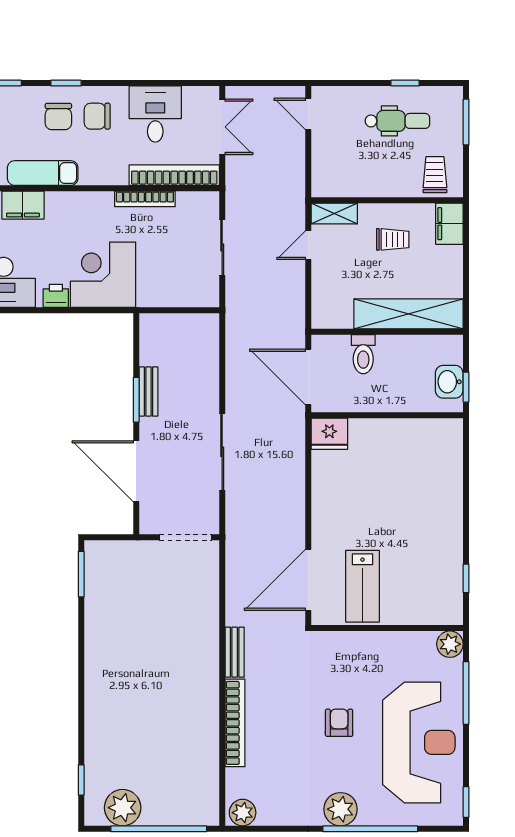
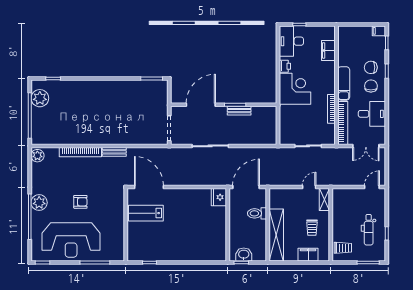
exam couch: (43, 173) -> (344, 83), moved
filing cabinet: (449, 224) -> (308, 255), moved
door: (308, 245) -> (309, 187), hinge flipped
plant: (450, 644) -> (118, 255), removed

